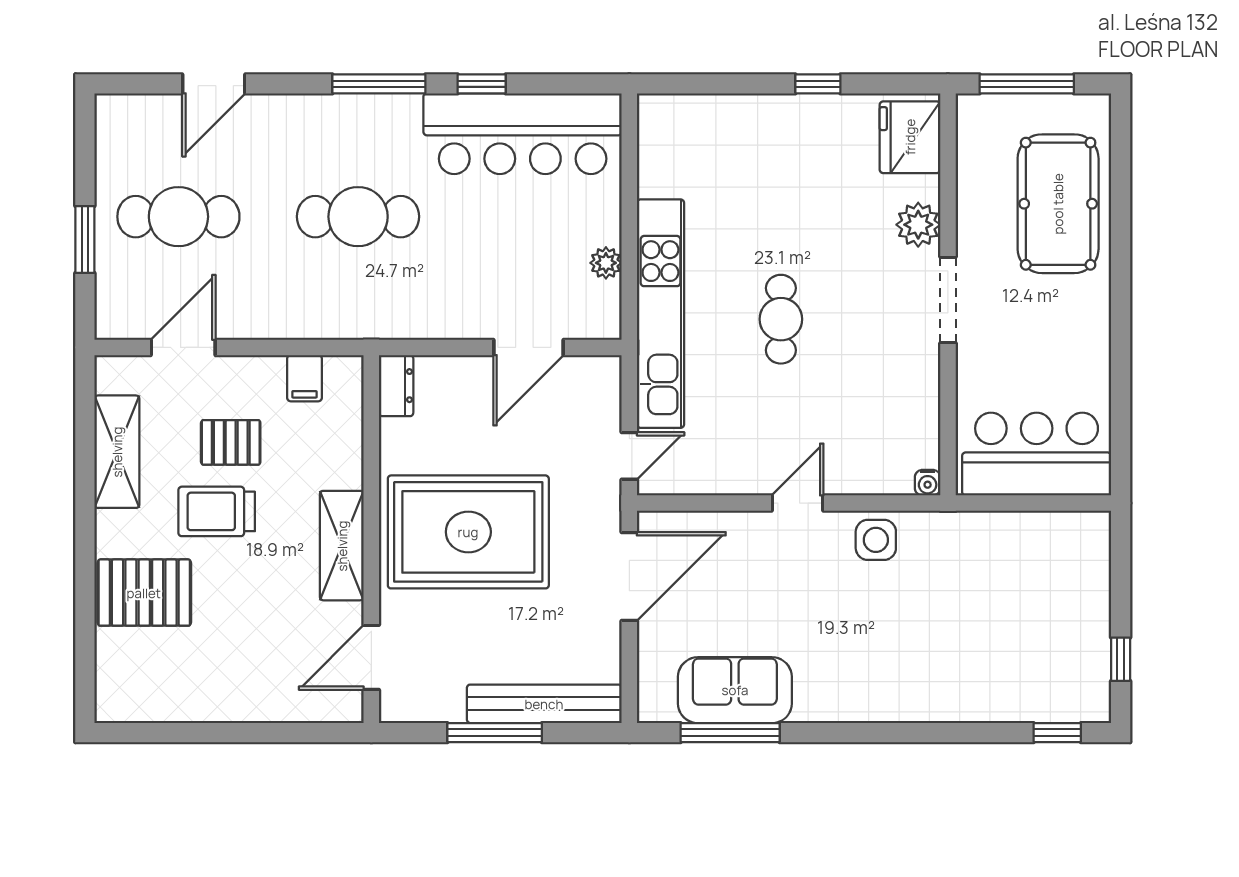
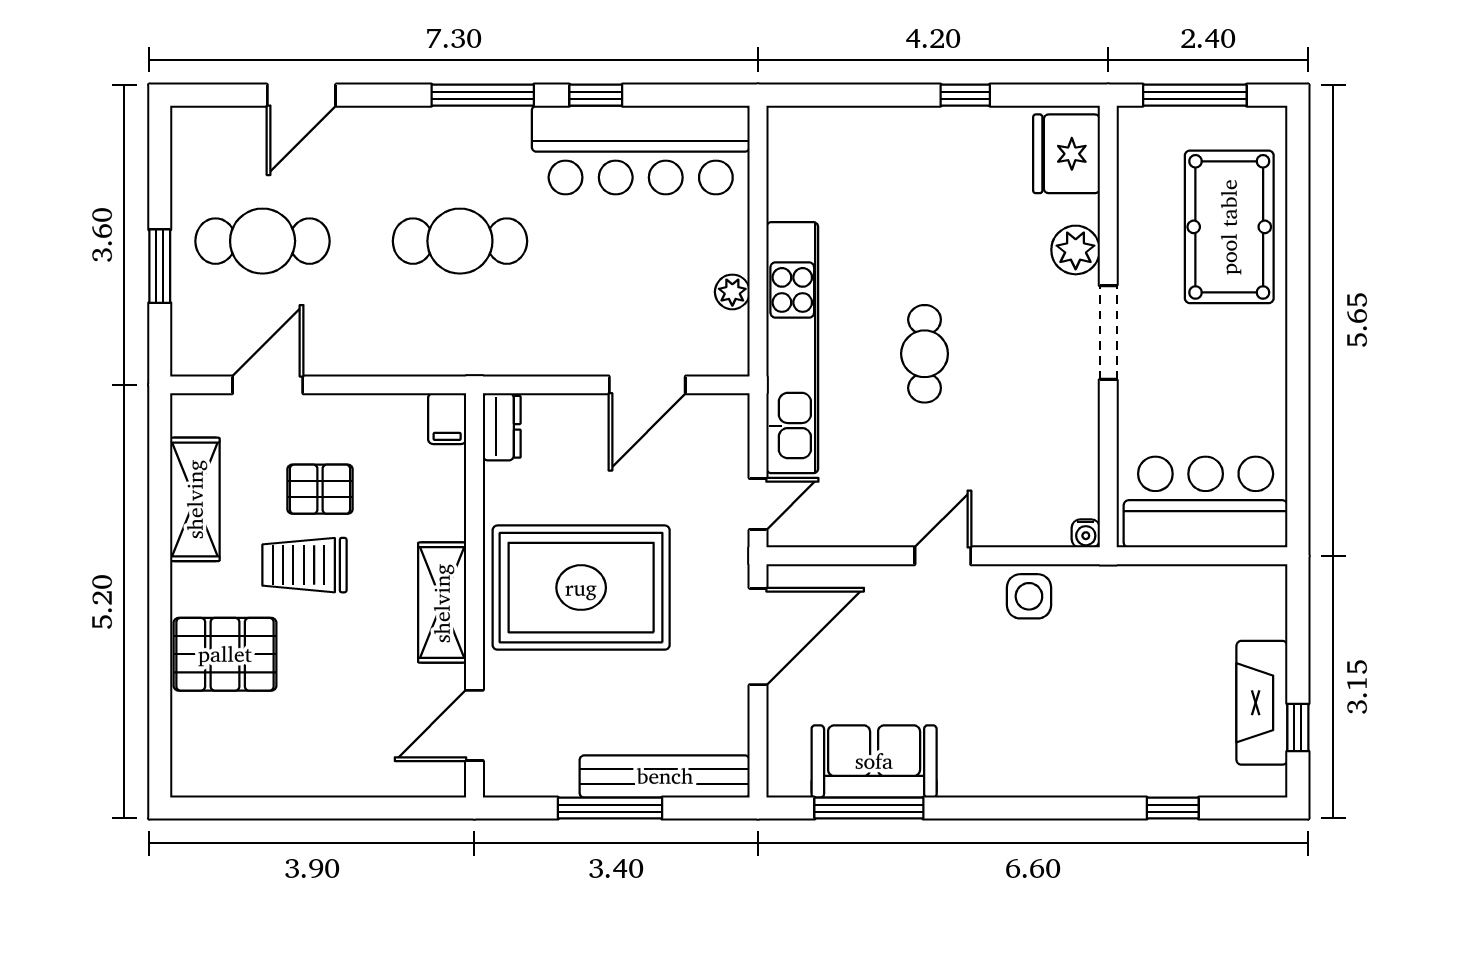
filing cabinet: (304, 378) -> (447, 419), moved
fireplace: (1088, 637) -> (1262, 703), added
window: (1057, 733) -> (1173, 808), moved

